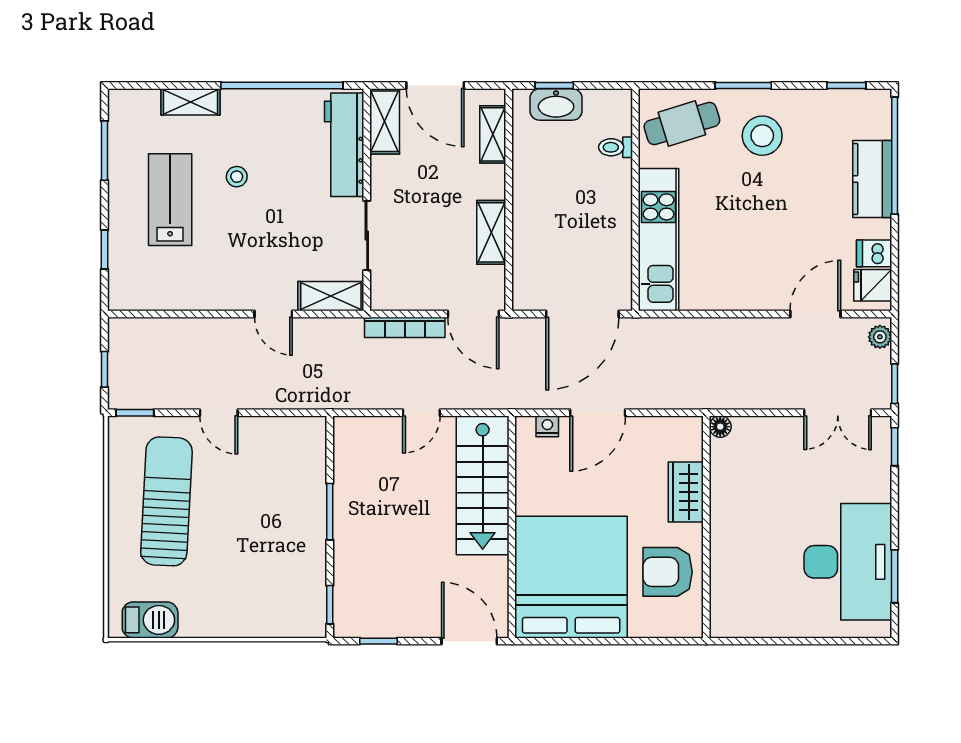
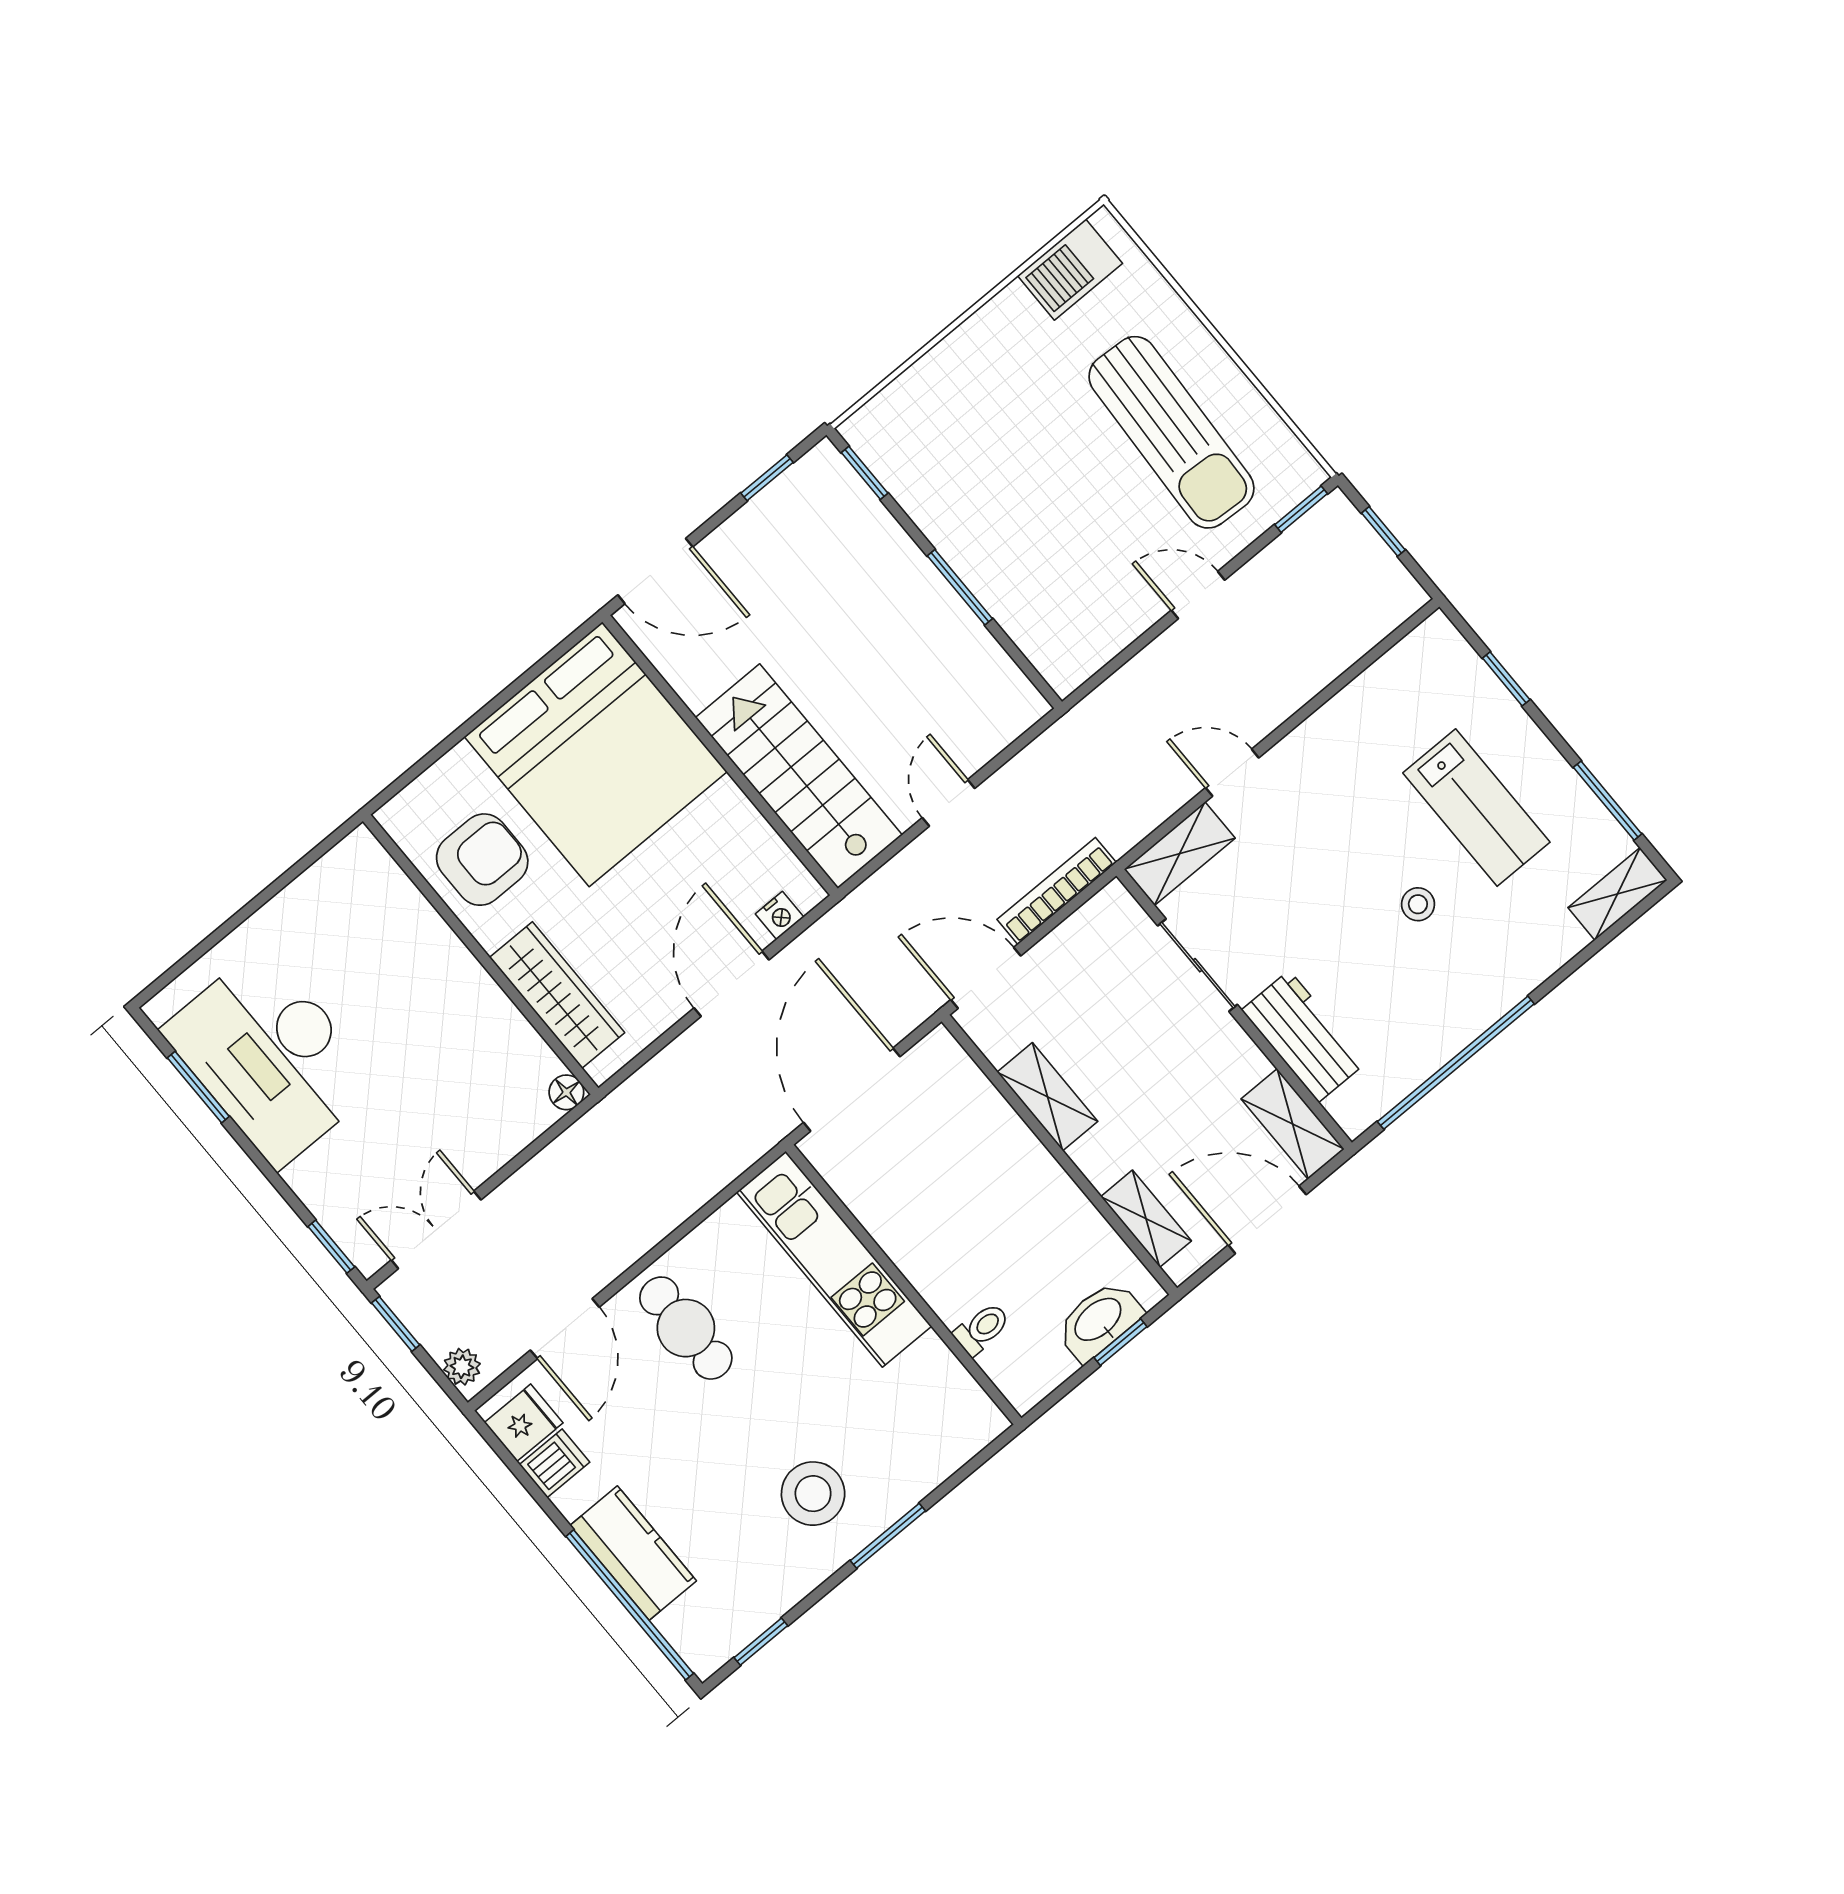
shelving: (190, 102) -> (1618, 894), moved
cafe table: (682, 123) -> (686, 1328), moved, turned -73
workbench: (344, 145) -> (1304, 1036), width x0.73
wardrobe: (686, 492) -> (557, 995), width x1.50

